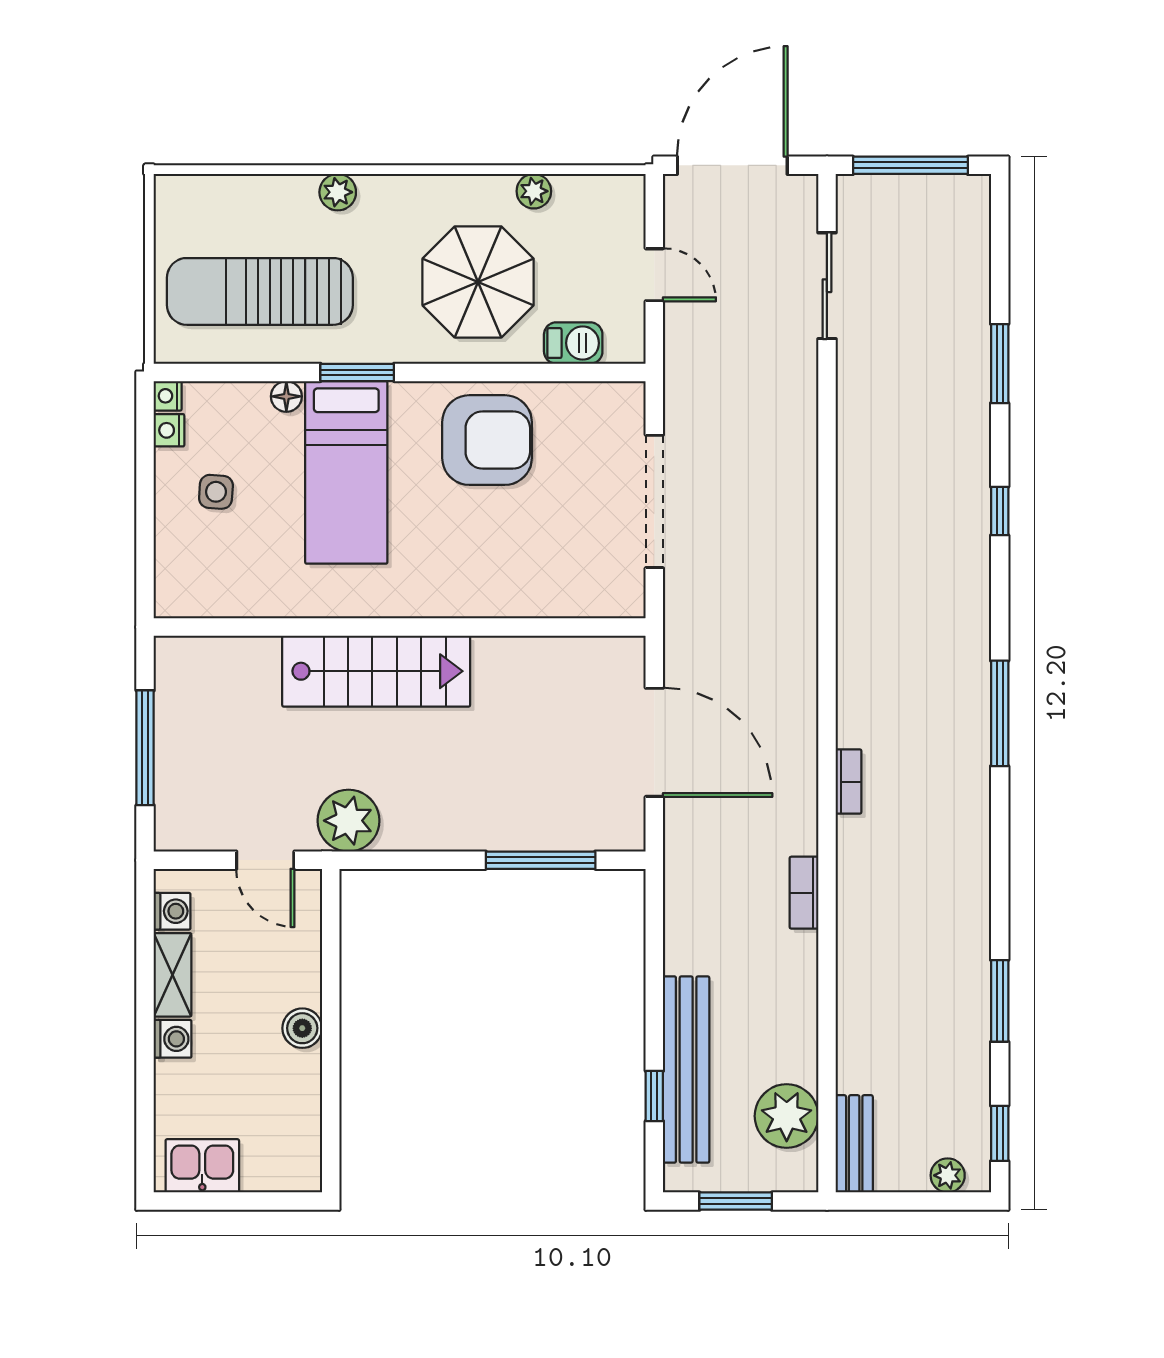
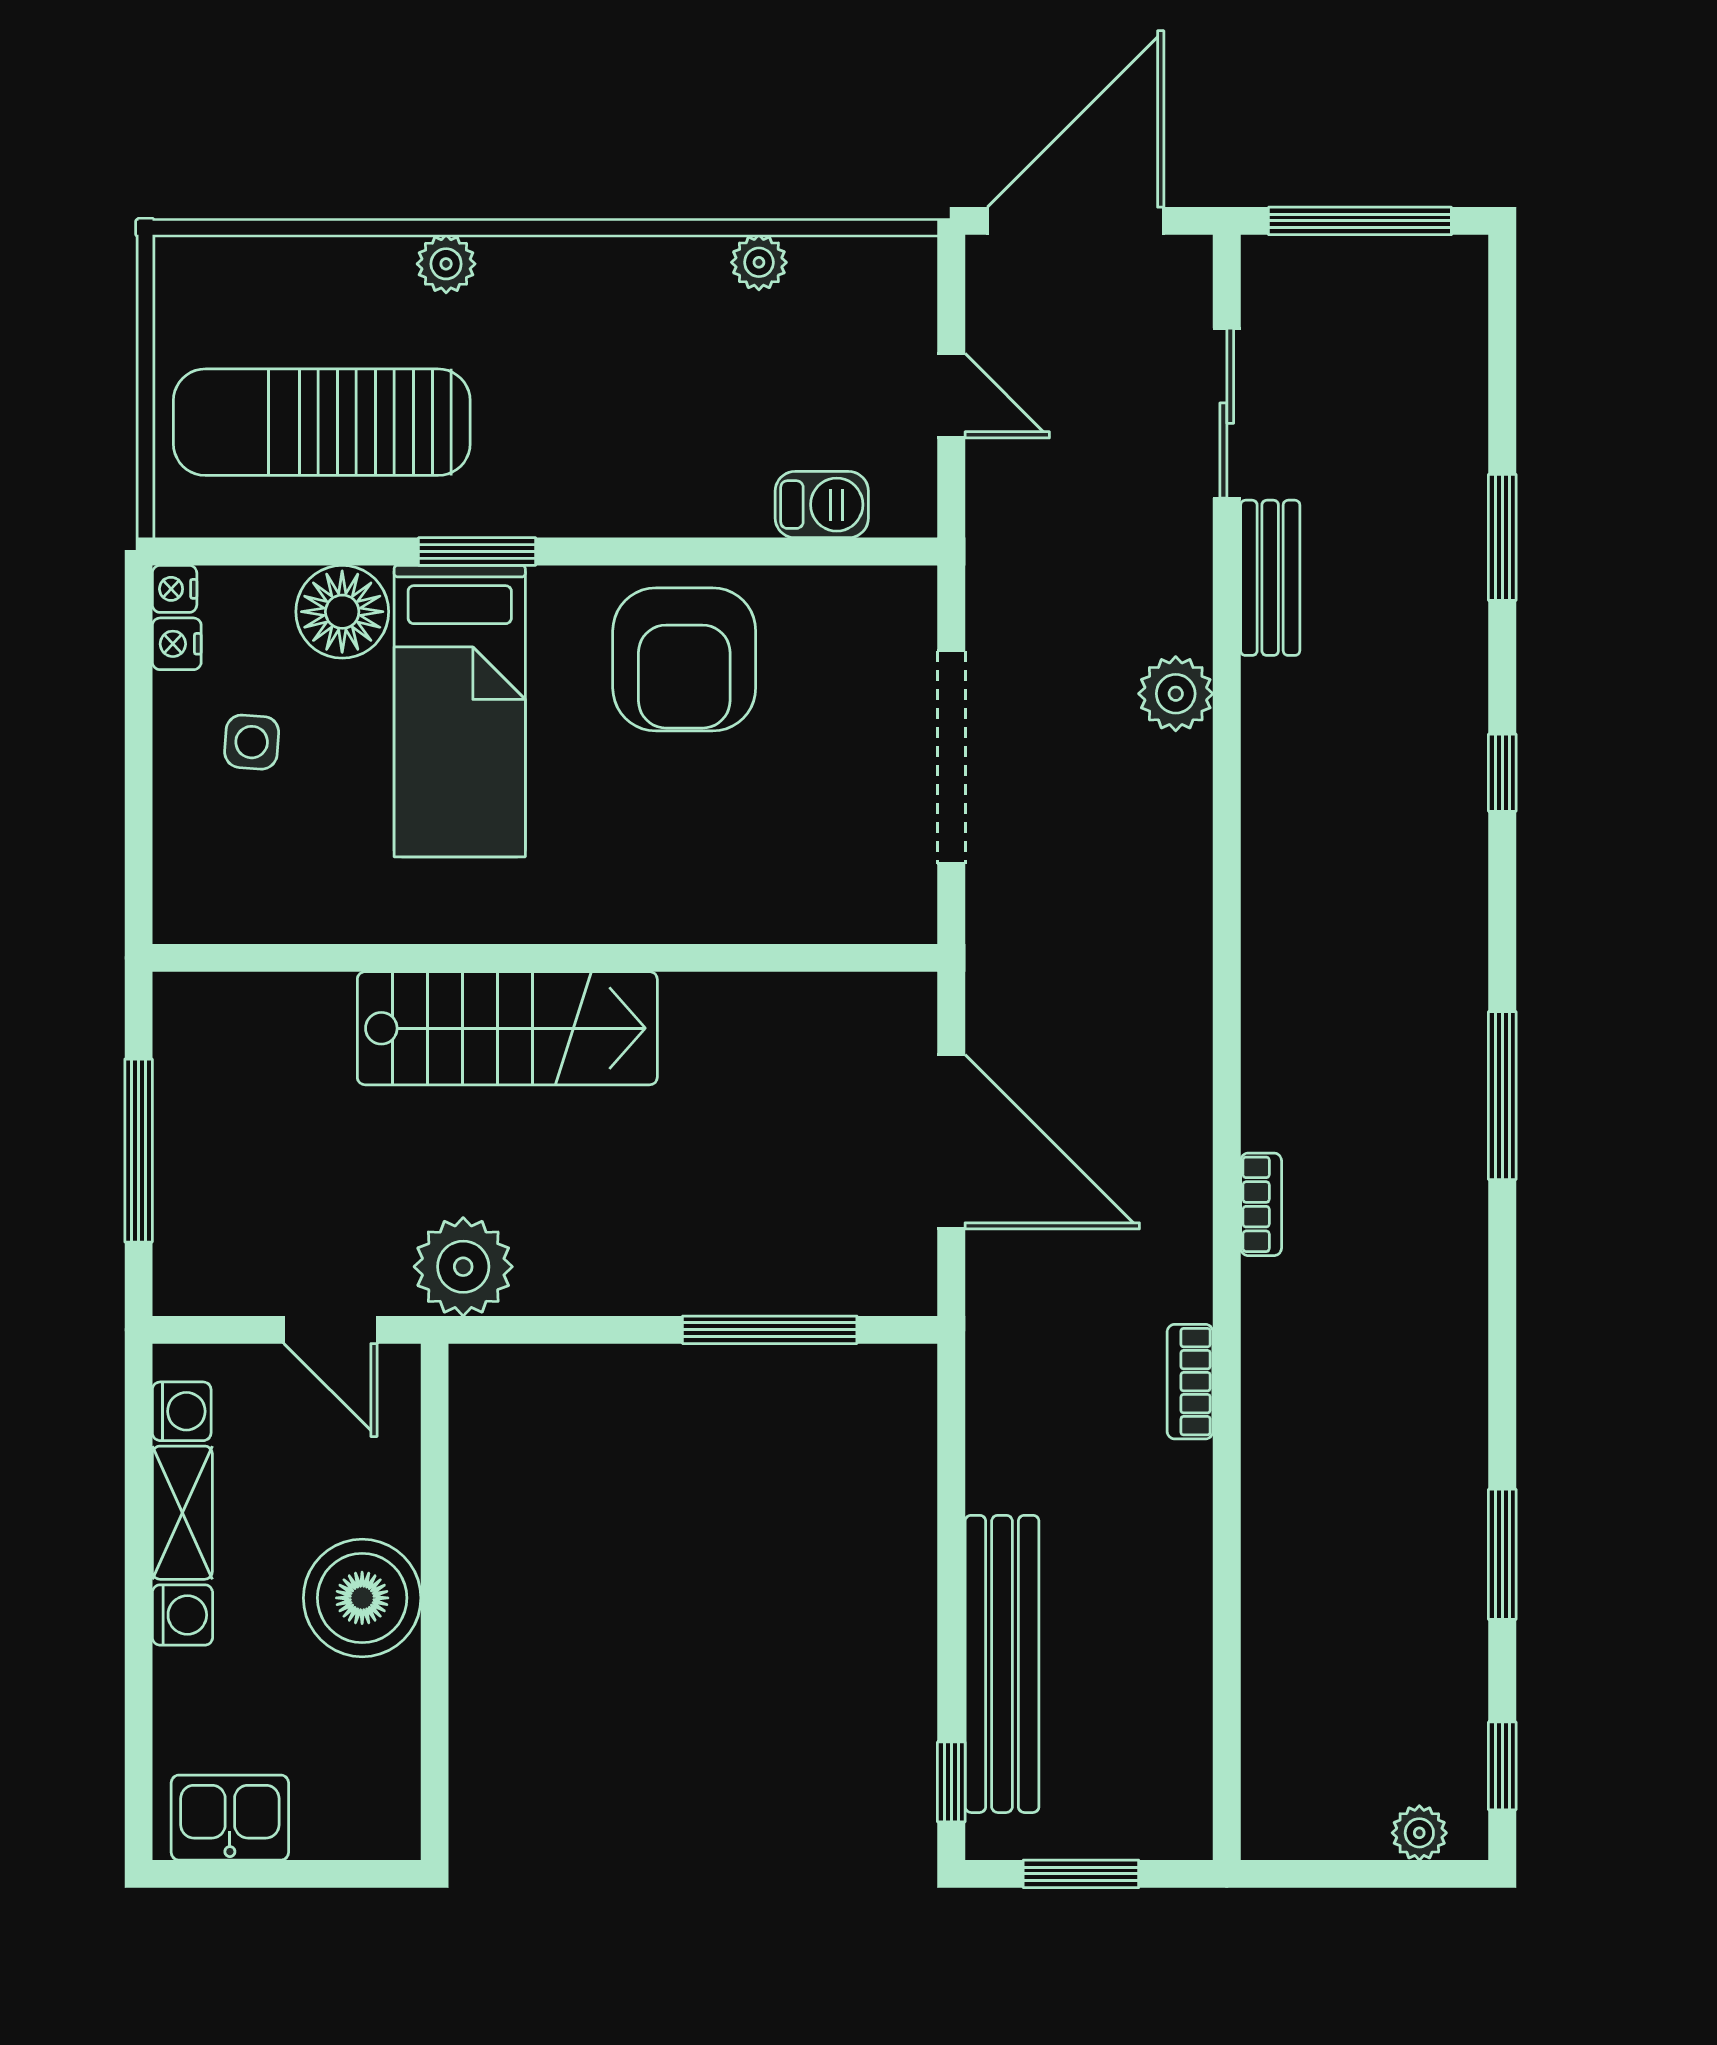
parasol: (478, 282) -> (670, 407), removed
floor lamp: (286, 396) -> (342, 612), width x1.89, depth x1.89
armchair: (487, 440) -> (684, 659), turned 90
boiler: (302, 1028) -> (362, 1598), width x1.86, depth x1.86
window: (654, 1096) -> (951, 1782), moved
plant: (787, 1116) -> (1176, 694), moved, width x0.73, depth x0.73
bench: (854, 1144) -> (1270, 578), moved

